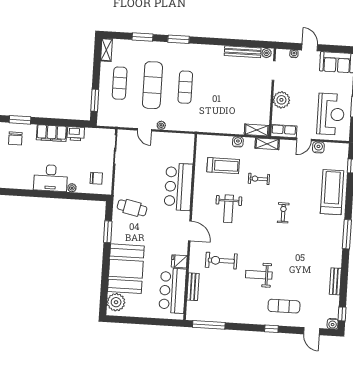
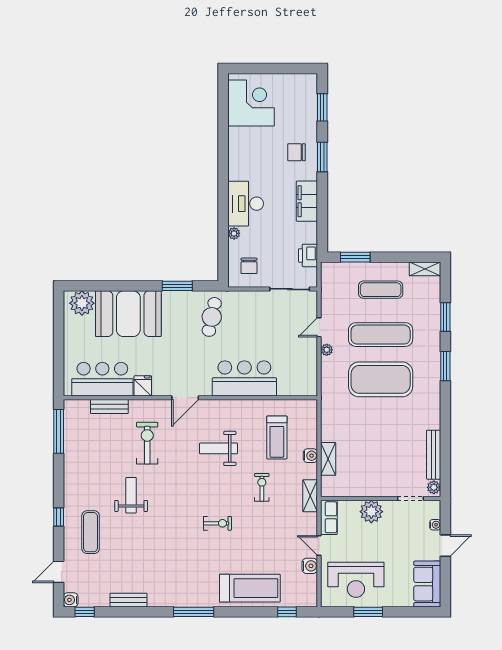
exercise mat: (185, 87) -> (381, 379), width x2.00, depth x1.45
shelving: (257, 130) -> (328, 459), moved
printer: (76, 134) -> (308, 255), moved

